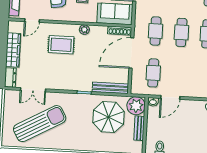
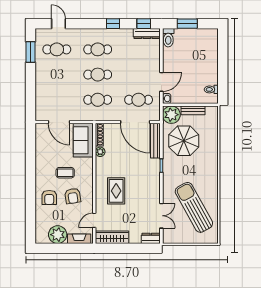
door: (32, 21) -> (94, 220), swing flipped
plant: (84, 30) -> (100, 152), moved
wardrobe: (13, 50) -> (112, 237), moved
door: (131, 53) -> (135, 122), moved
door: (170, 97) -> (161, 82), hinge flipped

